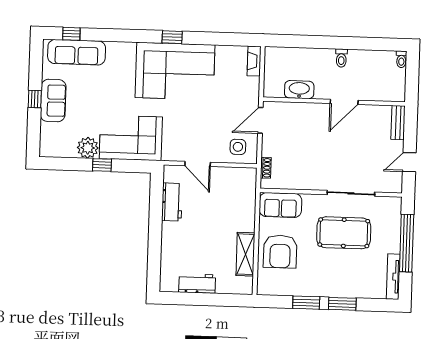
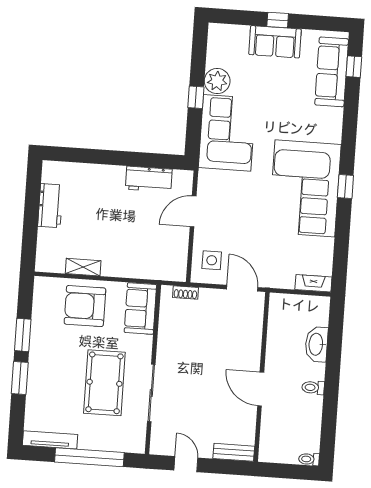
washbasin: (299, 90) -> (316, 344), moved, turned 180
shelving: (245, 254) -> (83, 267), width x0.67, depth x0.75

